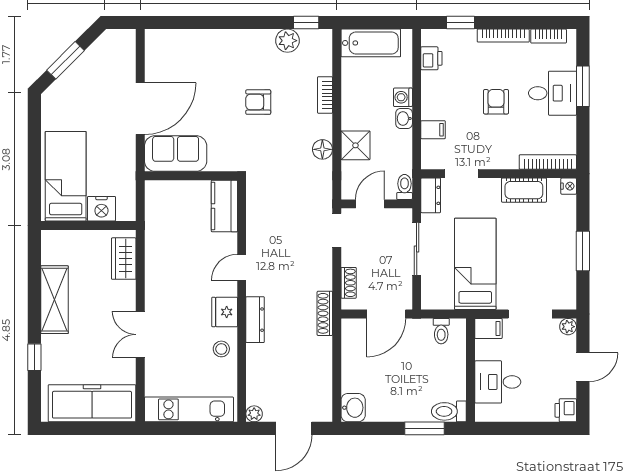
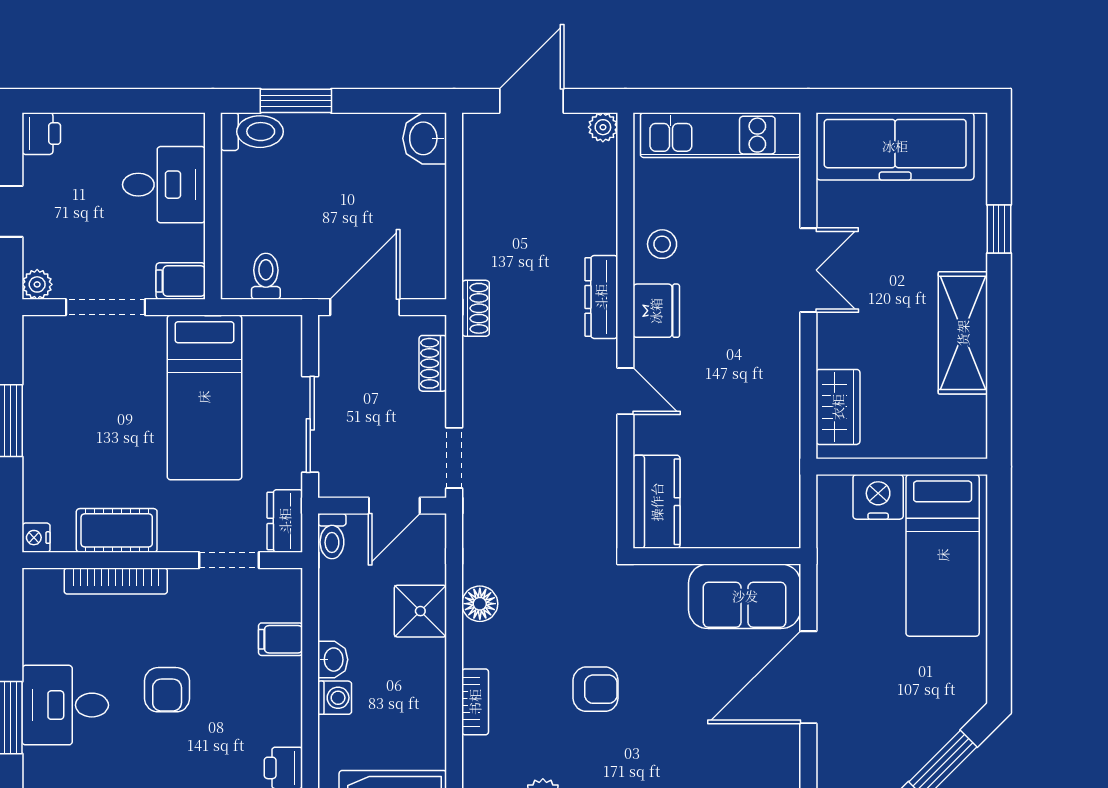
bookcase: (548, 162) -> (116, 581), moved
door: (242, 267) -> (625, 391), hinge flipped
shoe rack: (325, 313) -> (476, 308), width x0.70

